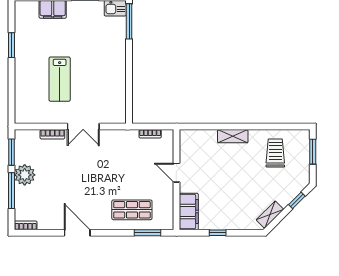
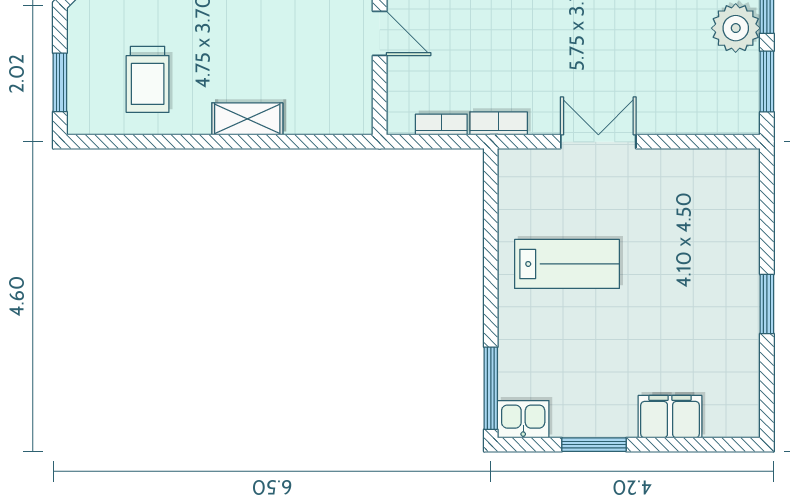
window: (11, 45) -> (767, 304), moved
lab bench: (60, 79) -> (567, 264), moved, turned 90
bookcase: (52, 134) -> (499, 123), moved

